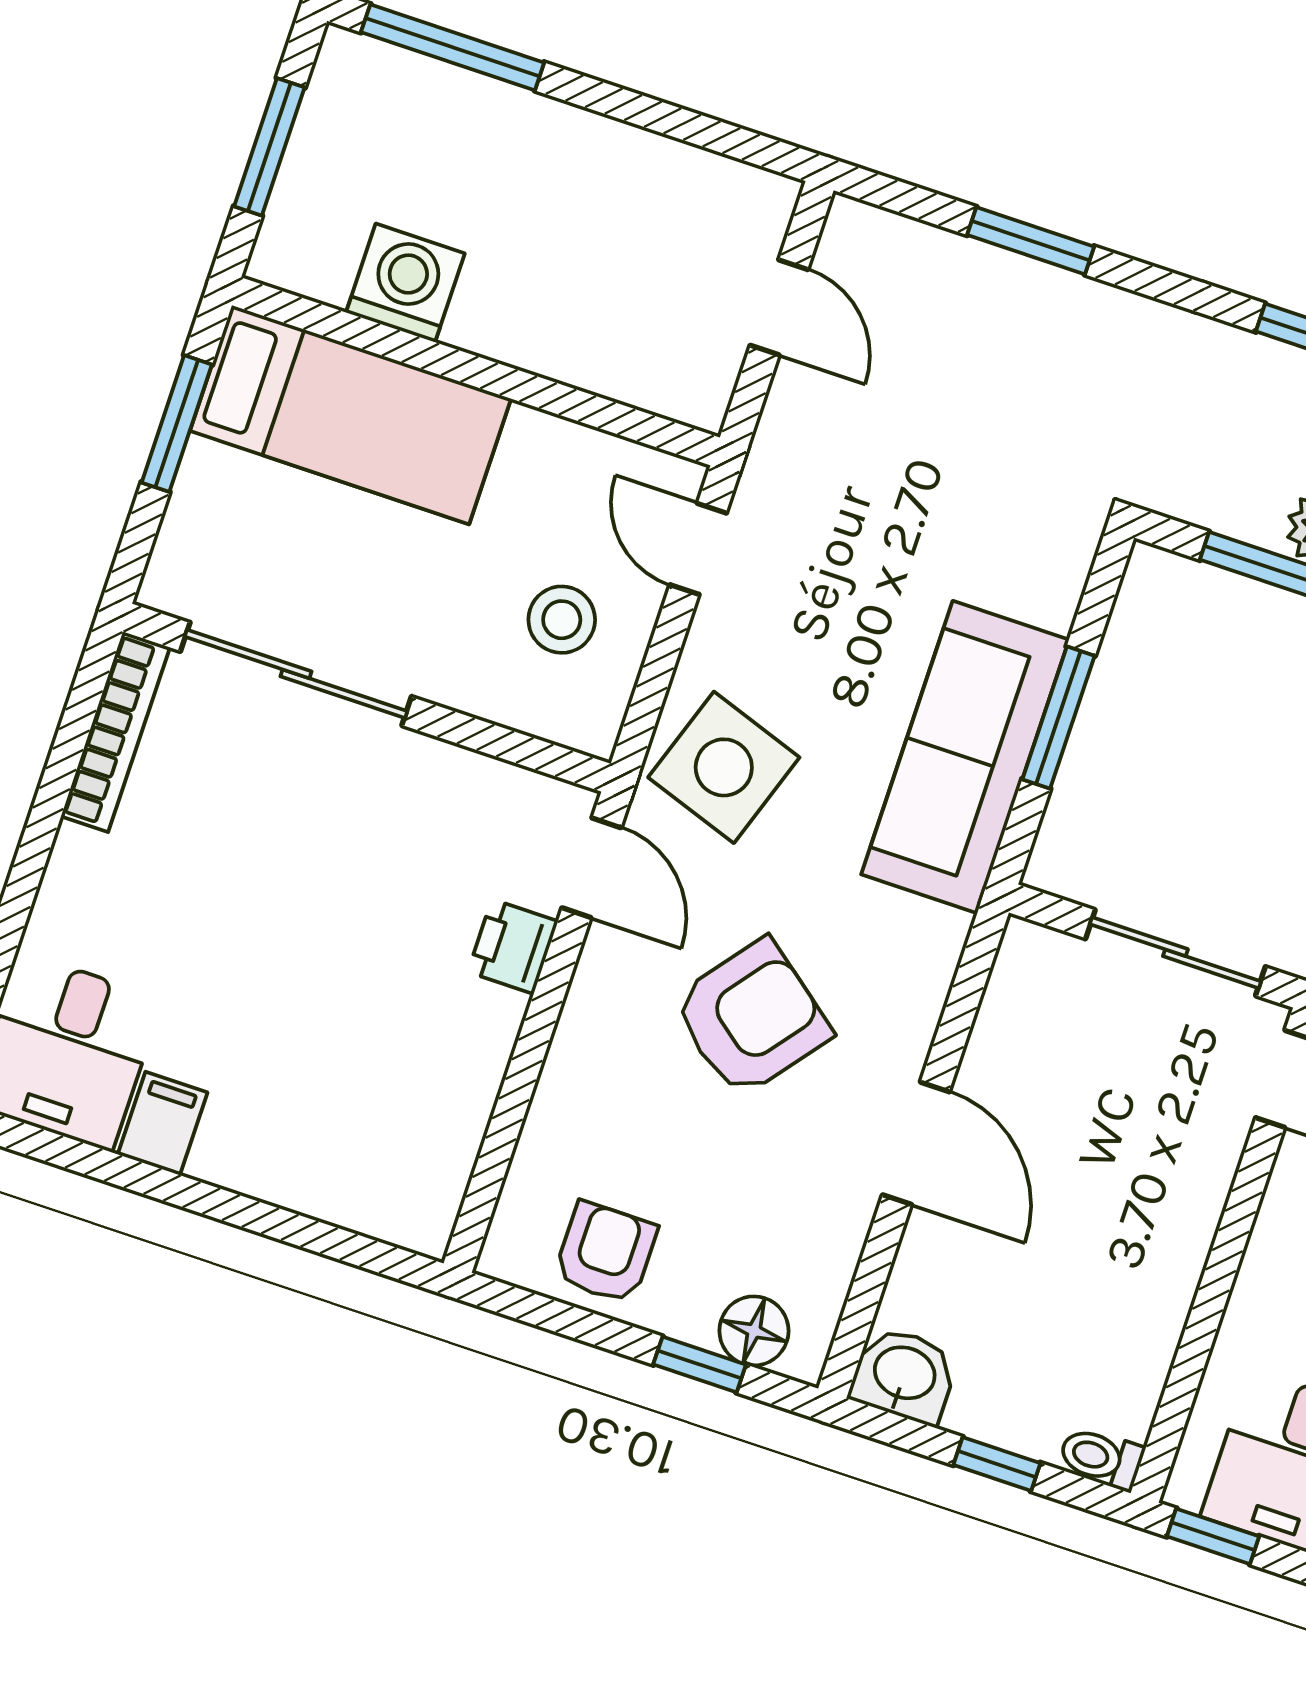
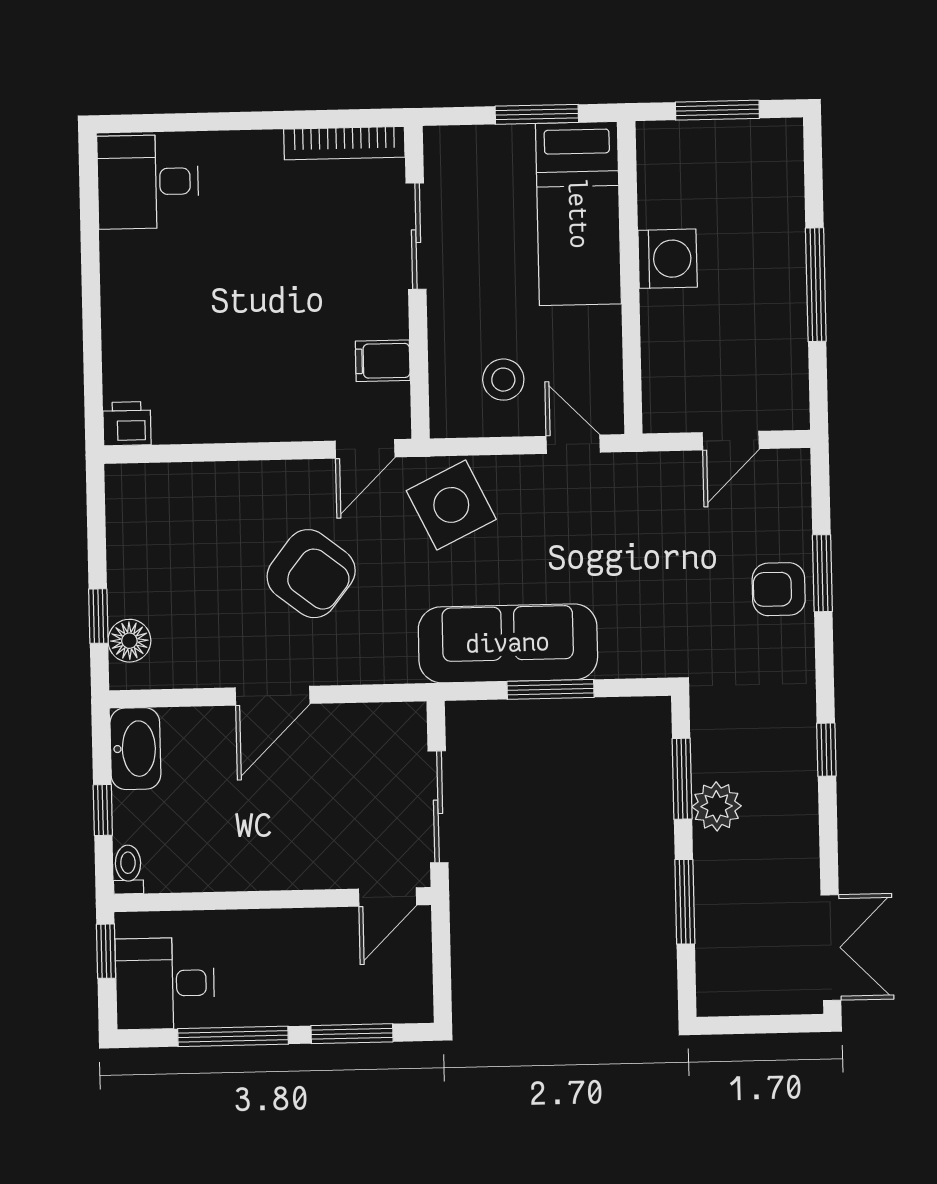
window: (453, 47) -> (816, 285), moved
washing machine: (405, 283) -> (668, 259), moved
door: (698, 549) -> (573, 444), hinge flipped
sliding door: (296, 674) -> (416, 236), width x0.73
side table: (724, 767) -> (451, 505), turned 45
printer: (513, 947) -> (127, 424), moved
filing cabinet: (163, 1123) -> (383, 361), moved, turned 180
armchair: (606, 1253) -> (779, 589), moved, turned 180
washbasin: (904, 1375) -> (135, 749), width x1.38

